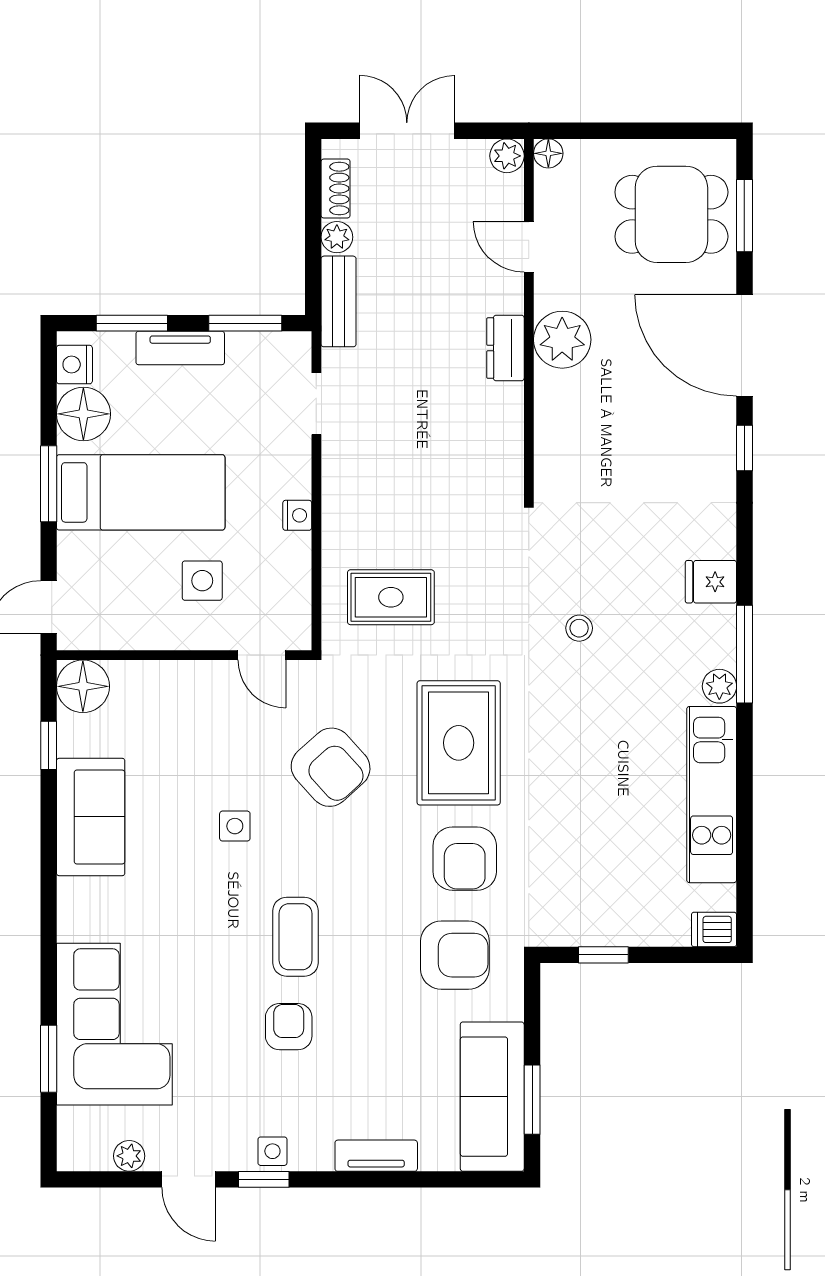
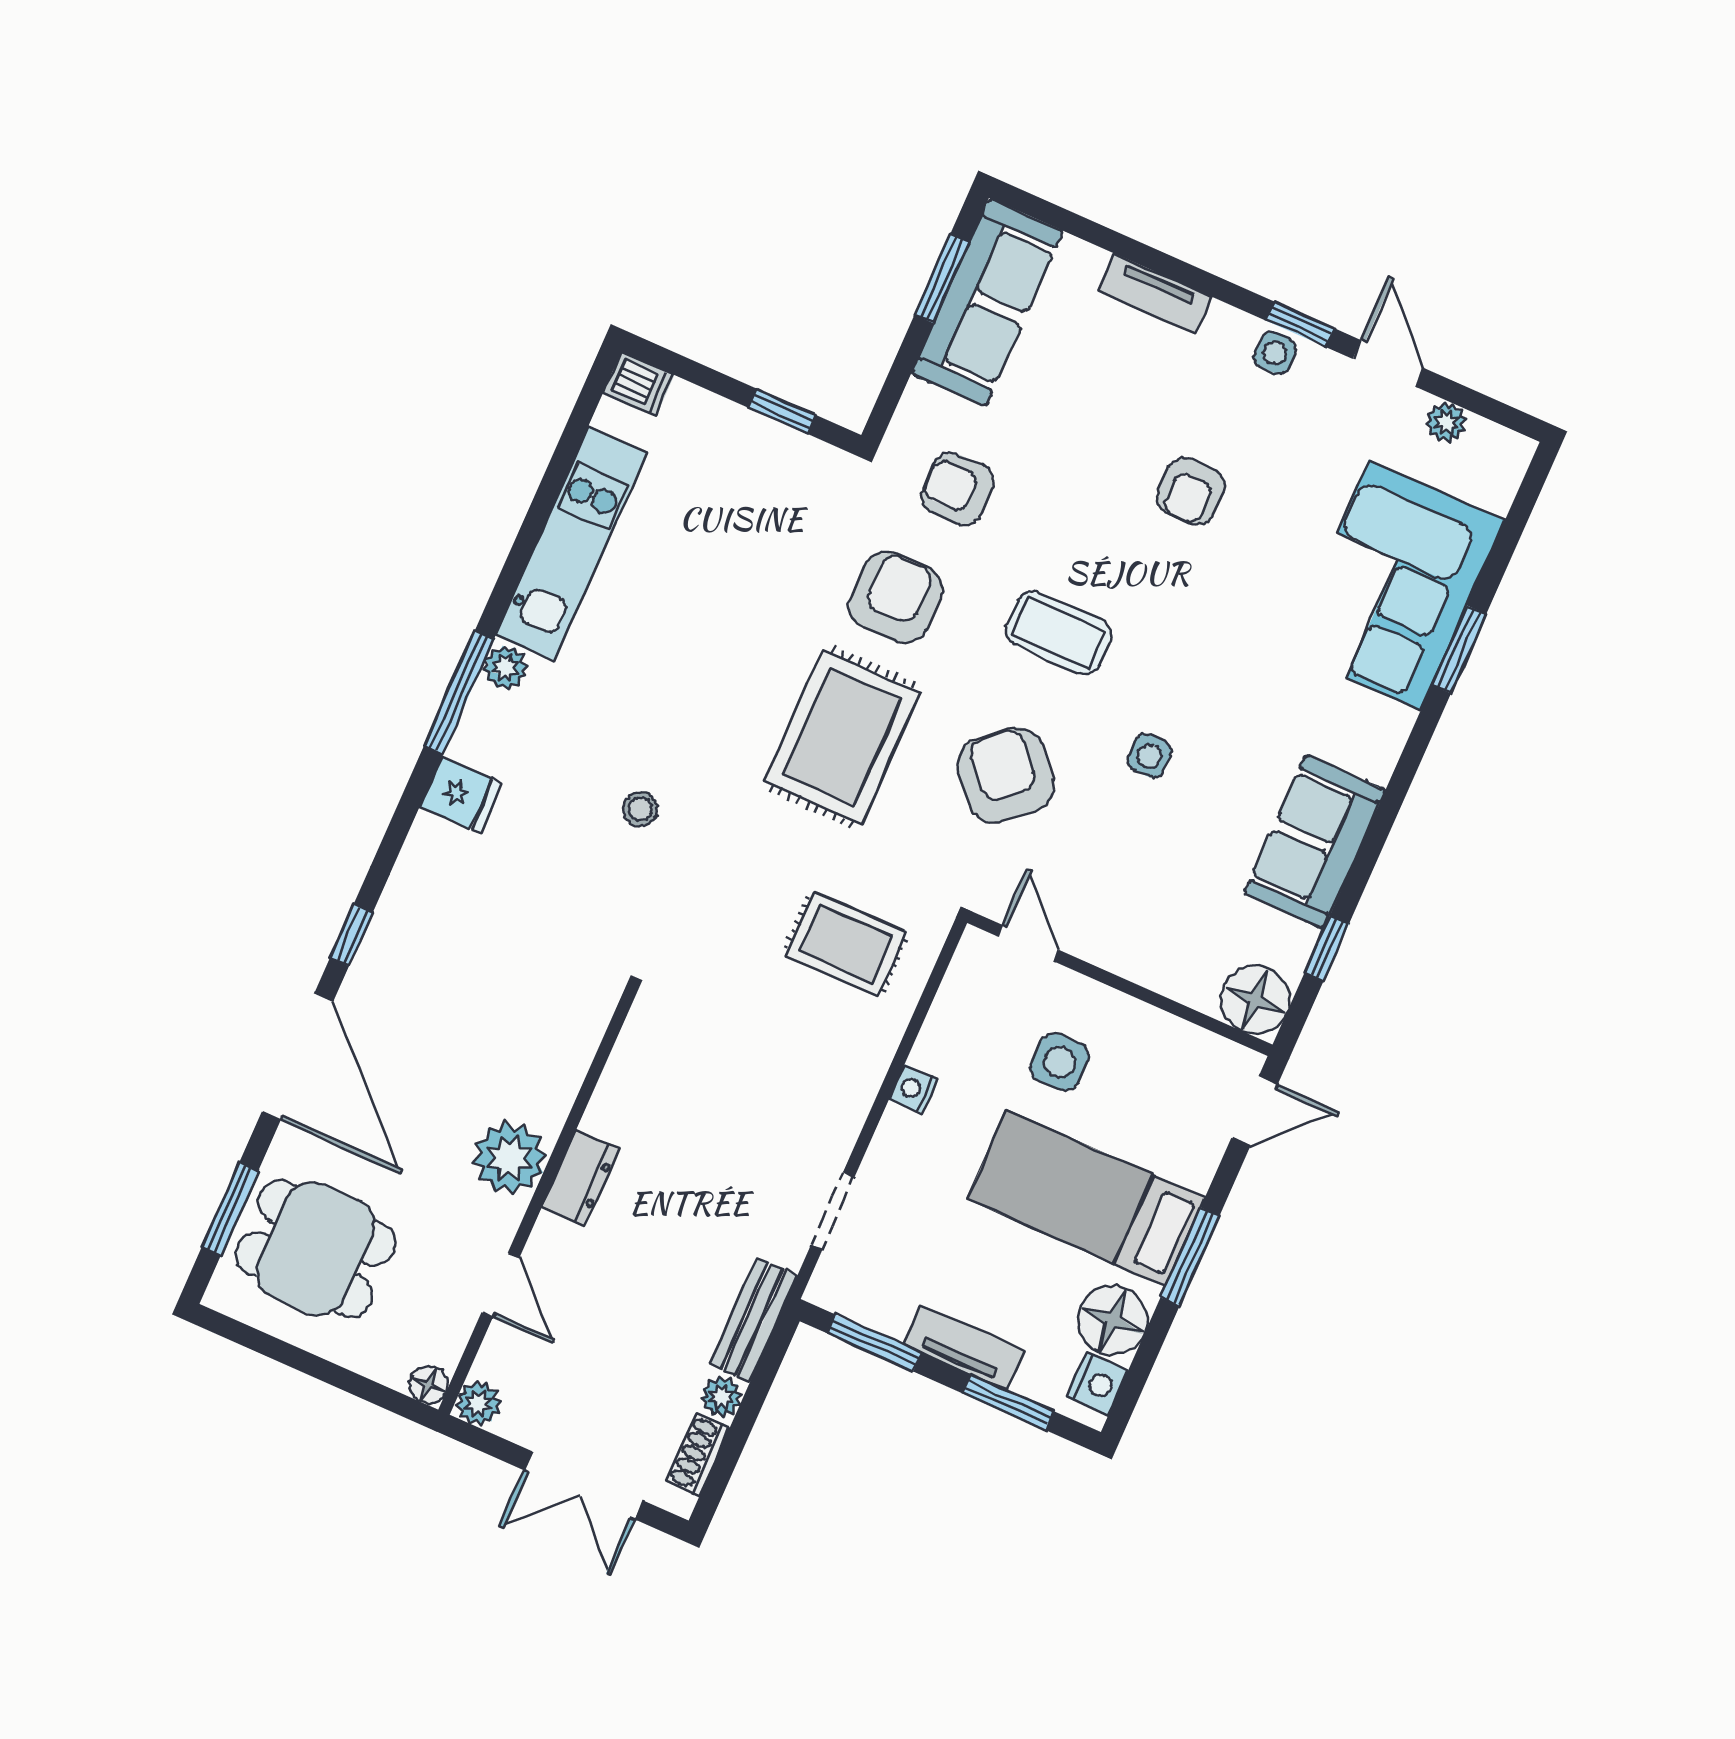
coffee table: (295, 937) -> (1059, 633), moved, turned 90
armchair: (455, 955) -> (957, 489), width x0.72, depth x0.72
window: (49, 1059) -> (1459, 650), moved

